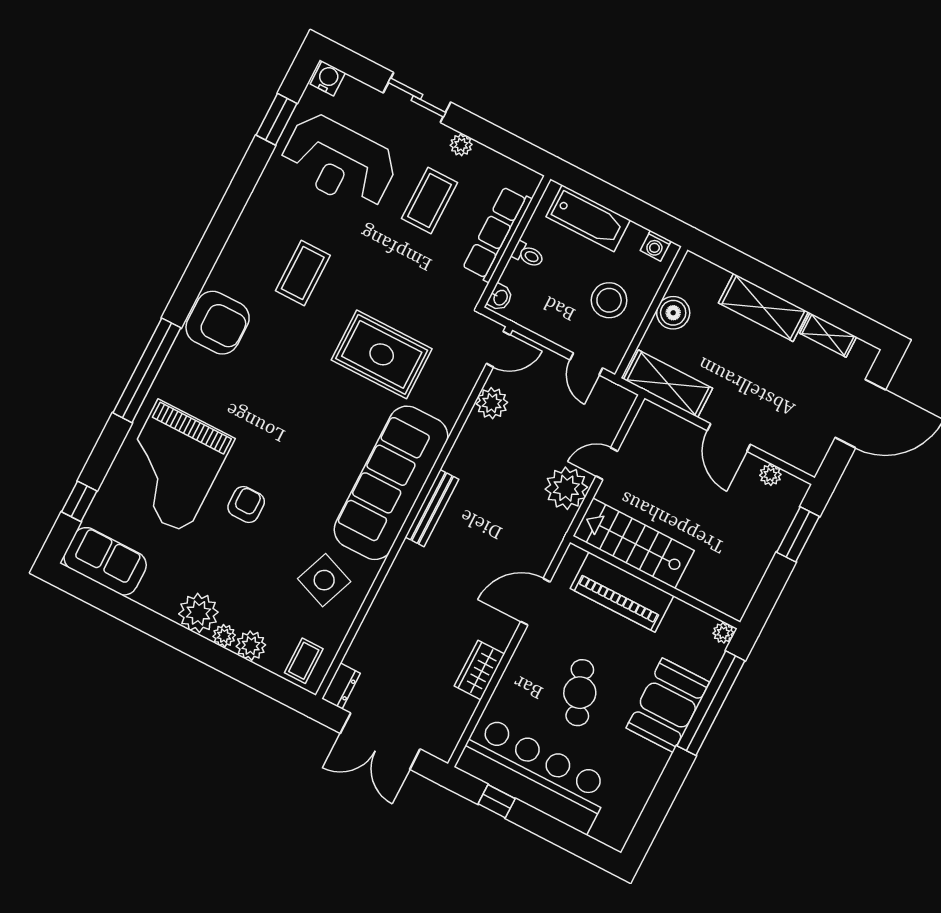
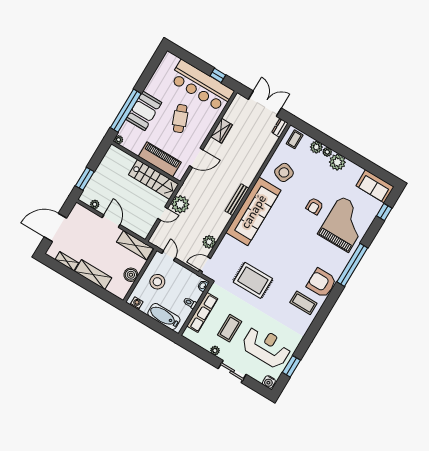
coffee table: (303, 273) -> (303, 303), moved, turned 90
rug: (382, 354) -> (253, 280), moved

